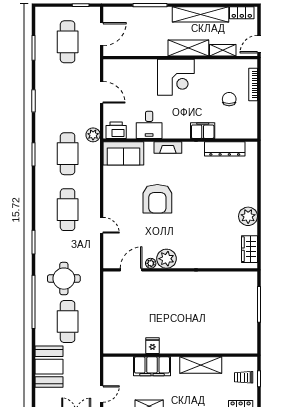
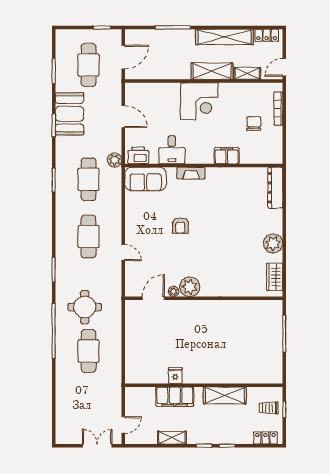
dresser: (225, 149) -> (275, 188), moved, turned 90
armchair: (157, 199) -> (180, 225), width x0.53, depth x0.53
booth: (49, 367) -> (69, 114), moved

